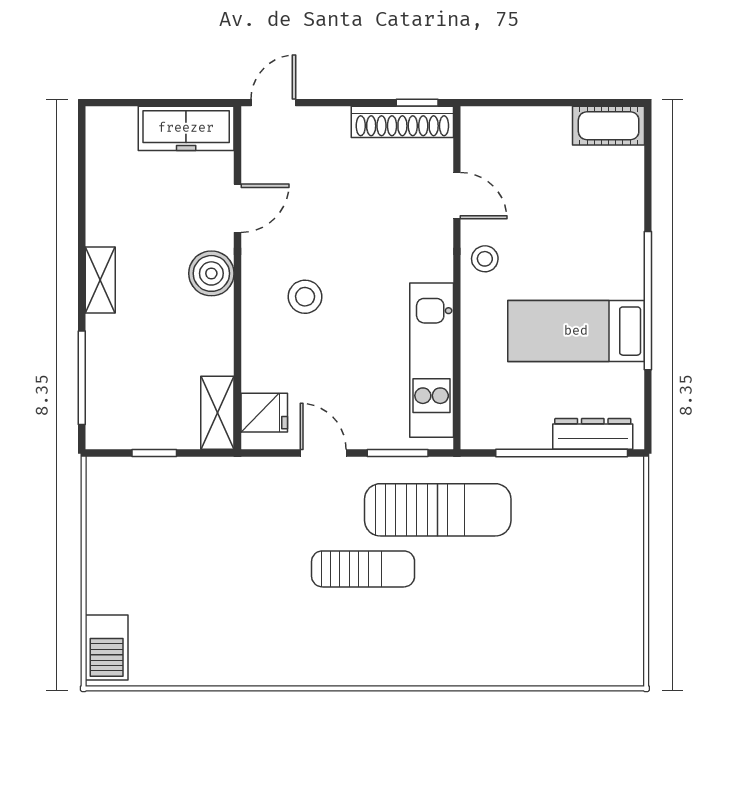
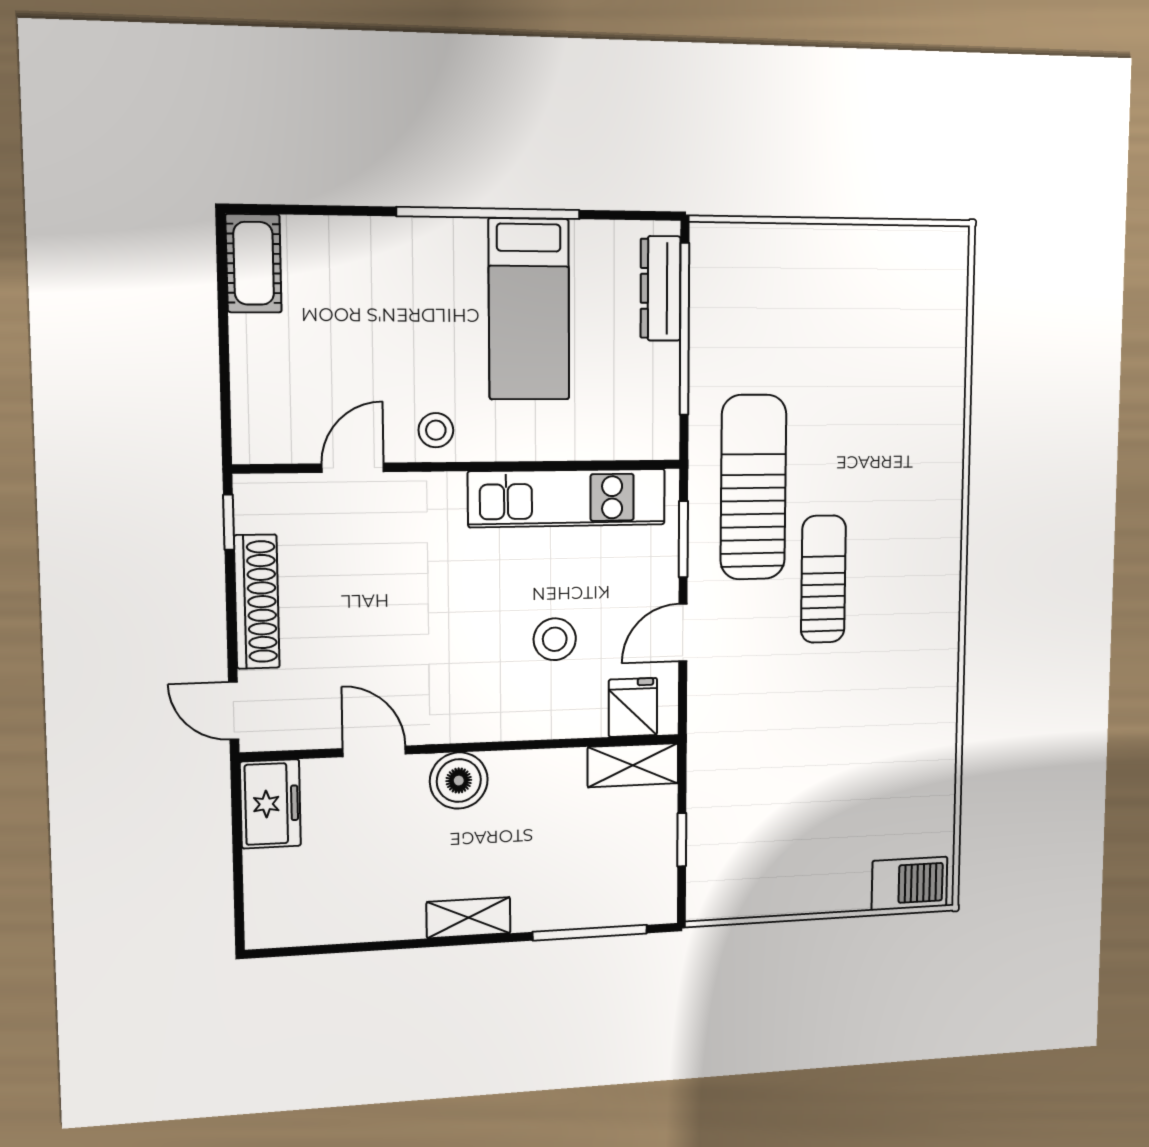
shoe rack: (402, 122) -> (257, 602), moved
freezer: (186, 128) -> (270, 804), width x0.71
stool: (305, 297) -> (555, 639), moved

